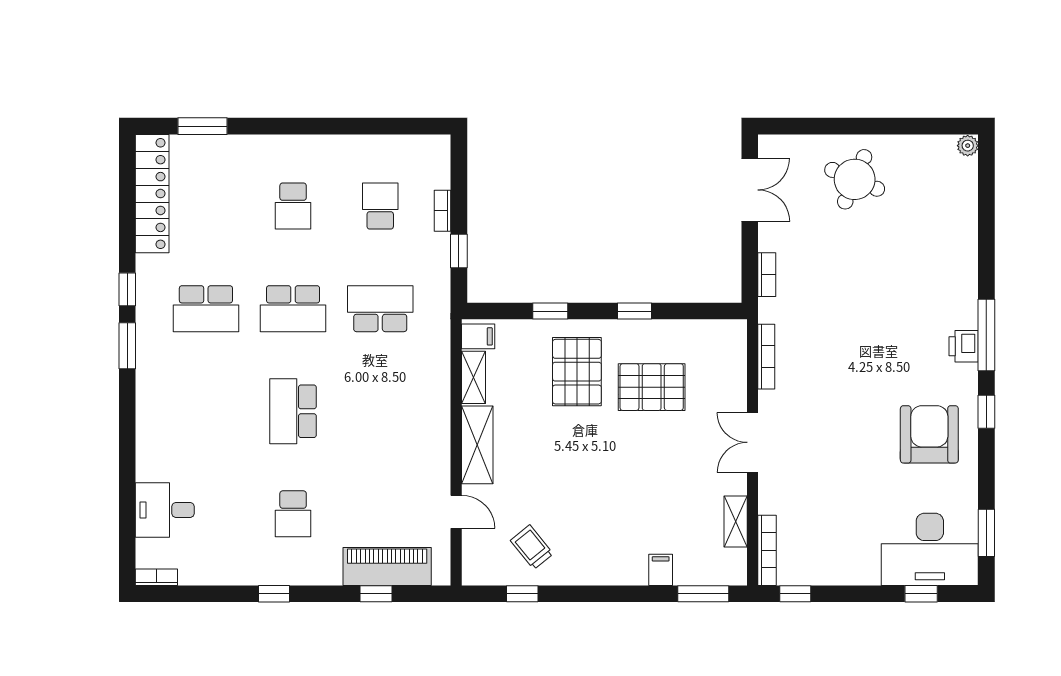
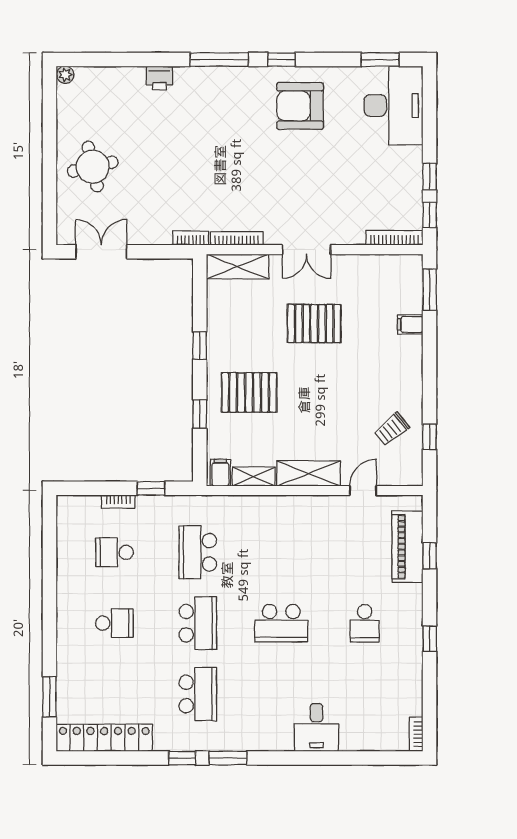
round table: (855, 179) -> (93, 167), turned -36
bookcase: (767, 275) -> (191, 238), moved
printer: (964, 346) -> (160, 78), moved
pallet: (652, 387) -> (314, 324), moved, turned 90
desk: (165, 510) -> (316, 727), moved
school desk: (293, 514) -> (365, 623), turned 90
shelving: (736, 521) -> (238, 267), moved, width x1.50, depth x1.33
window: (921, 594) -> (430, 177), moved

